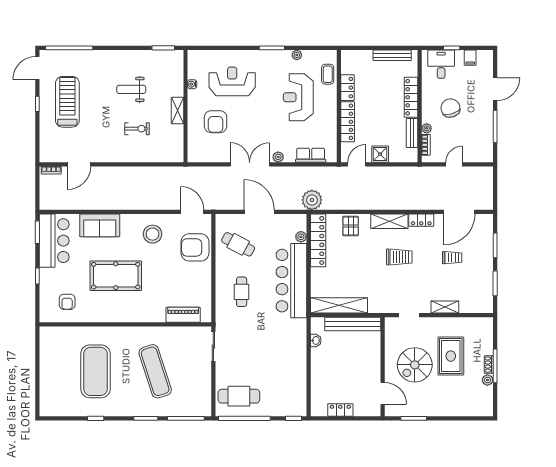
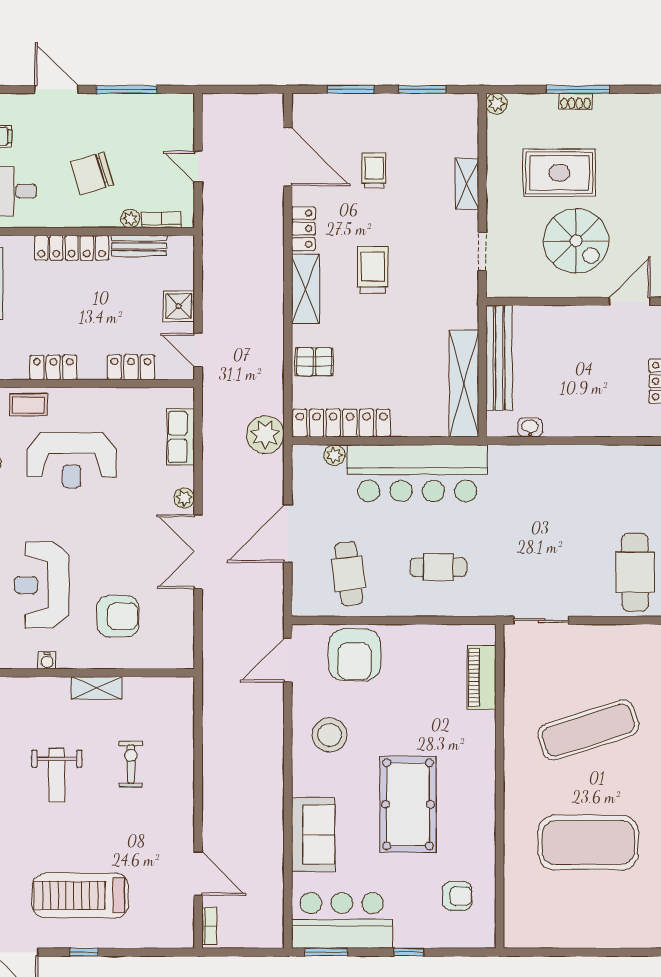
locker: (348, 122) -> (131, 367), width x0.66
cafe table: (238, 244) -> (349, 574), turned -35
plant: (487, 380) -> (496, 104), moved

